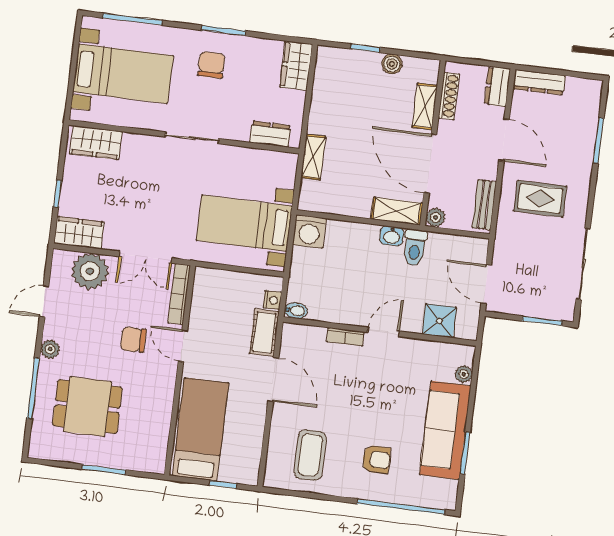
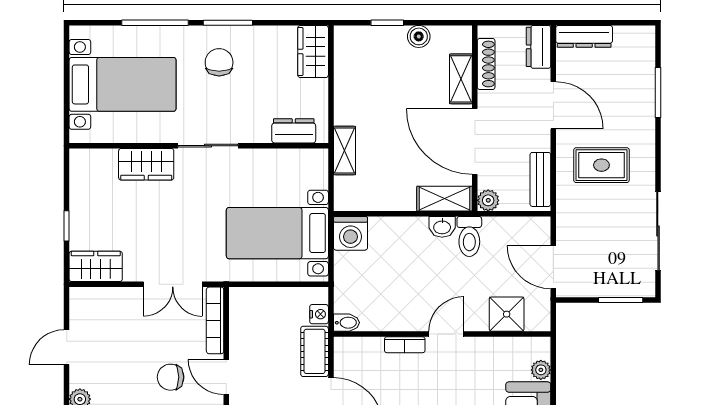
window: (132, 19) -> (155, 23), moved
wardrobe: (96, 143) -> (146, 164), moved
plant: (90, 271) -> (113, 308), removed

